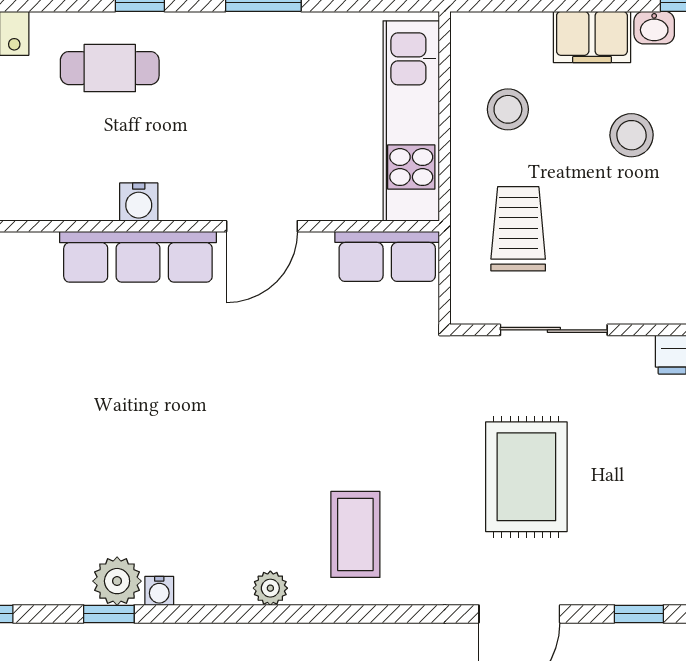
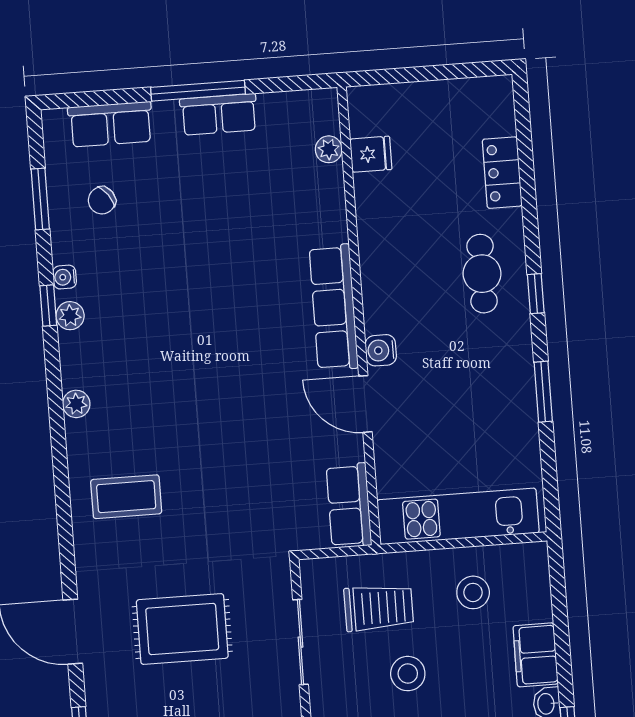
stool: (632, 135) -> (408, 674), moved
water cooler: (139, 202) -> (381, 350), moved
plant: (117, 581) -> (70, 316), width x0.73, depth x0.73
plant: (270, 588) -> (76, 404), moved
water cooler: (159, 591) -> (65, 277), moved

